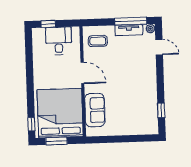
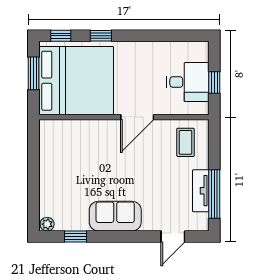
window: (48, 24) -> (214, 83), moved
plant: (150, 29) -> (47, 224), moved
window: (31, 98) -> (101, 36), added
sofa: (95, 110) -> (115, 216), moved, turned 180

